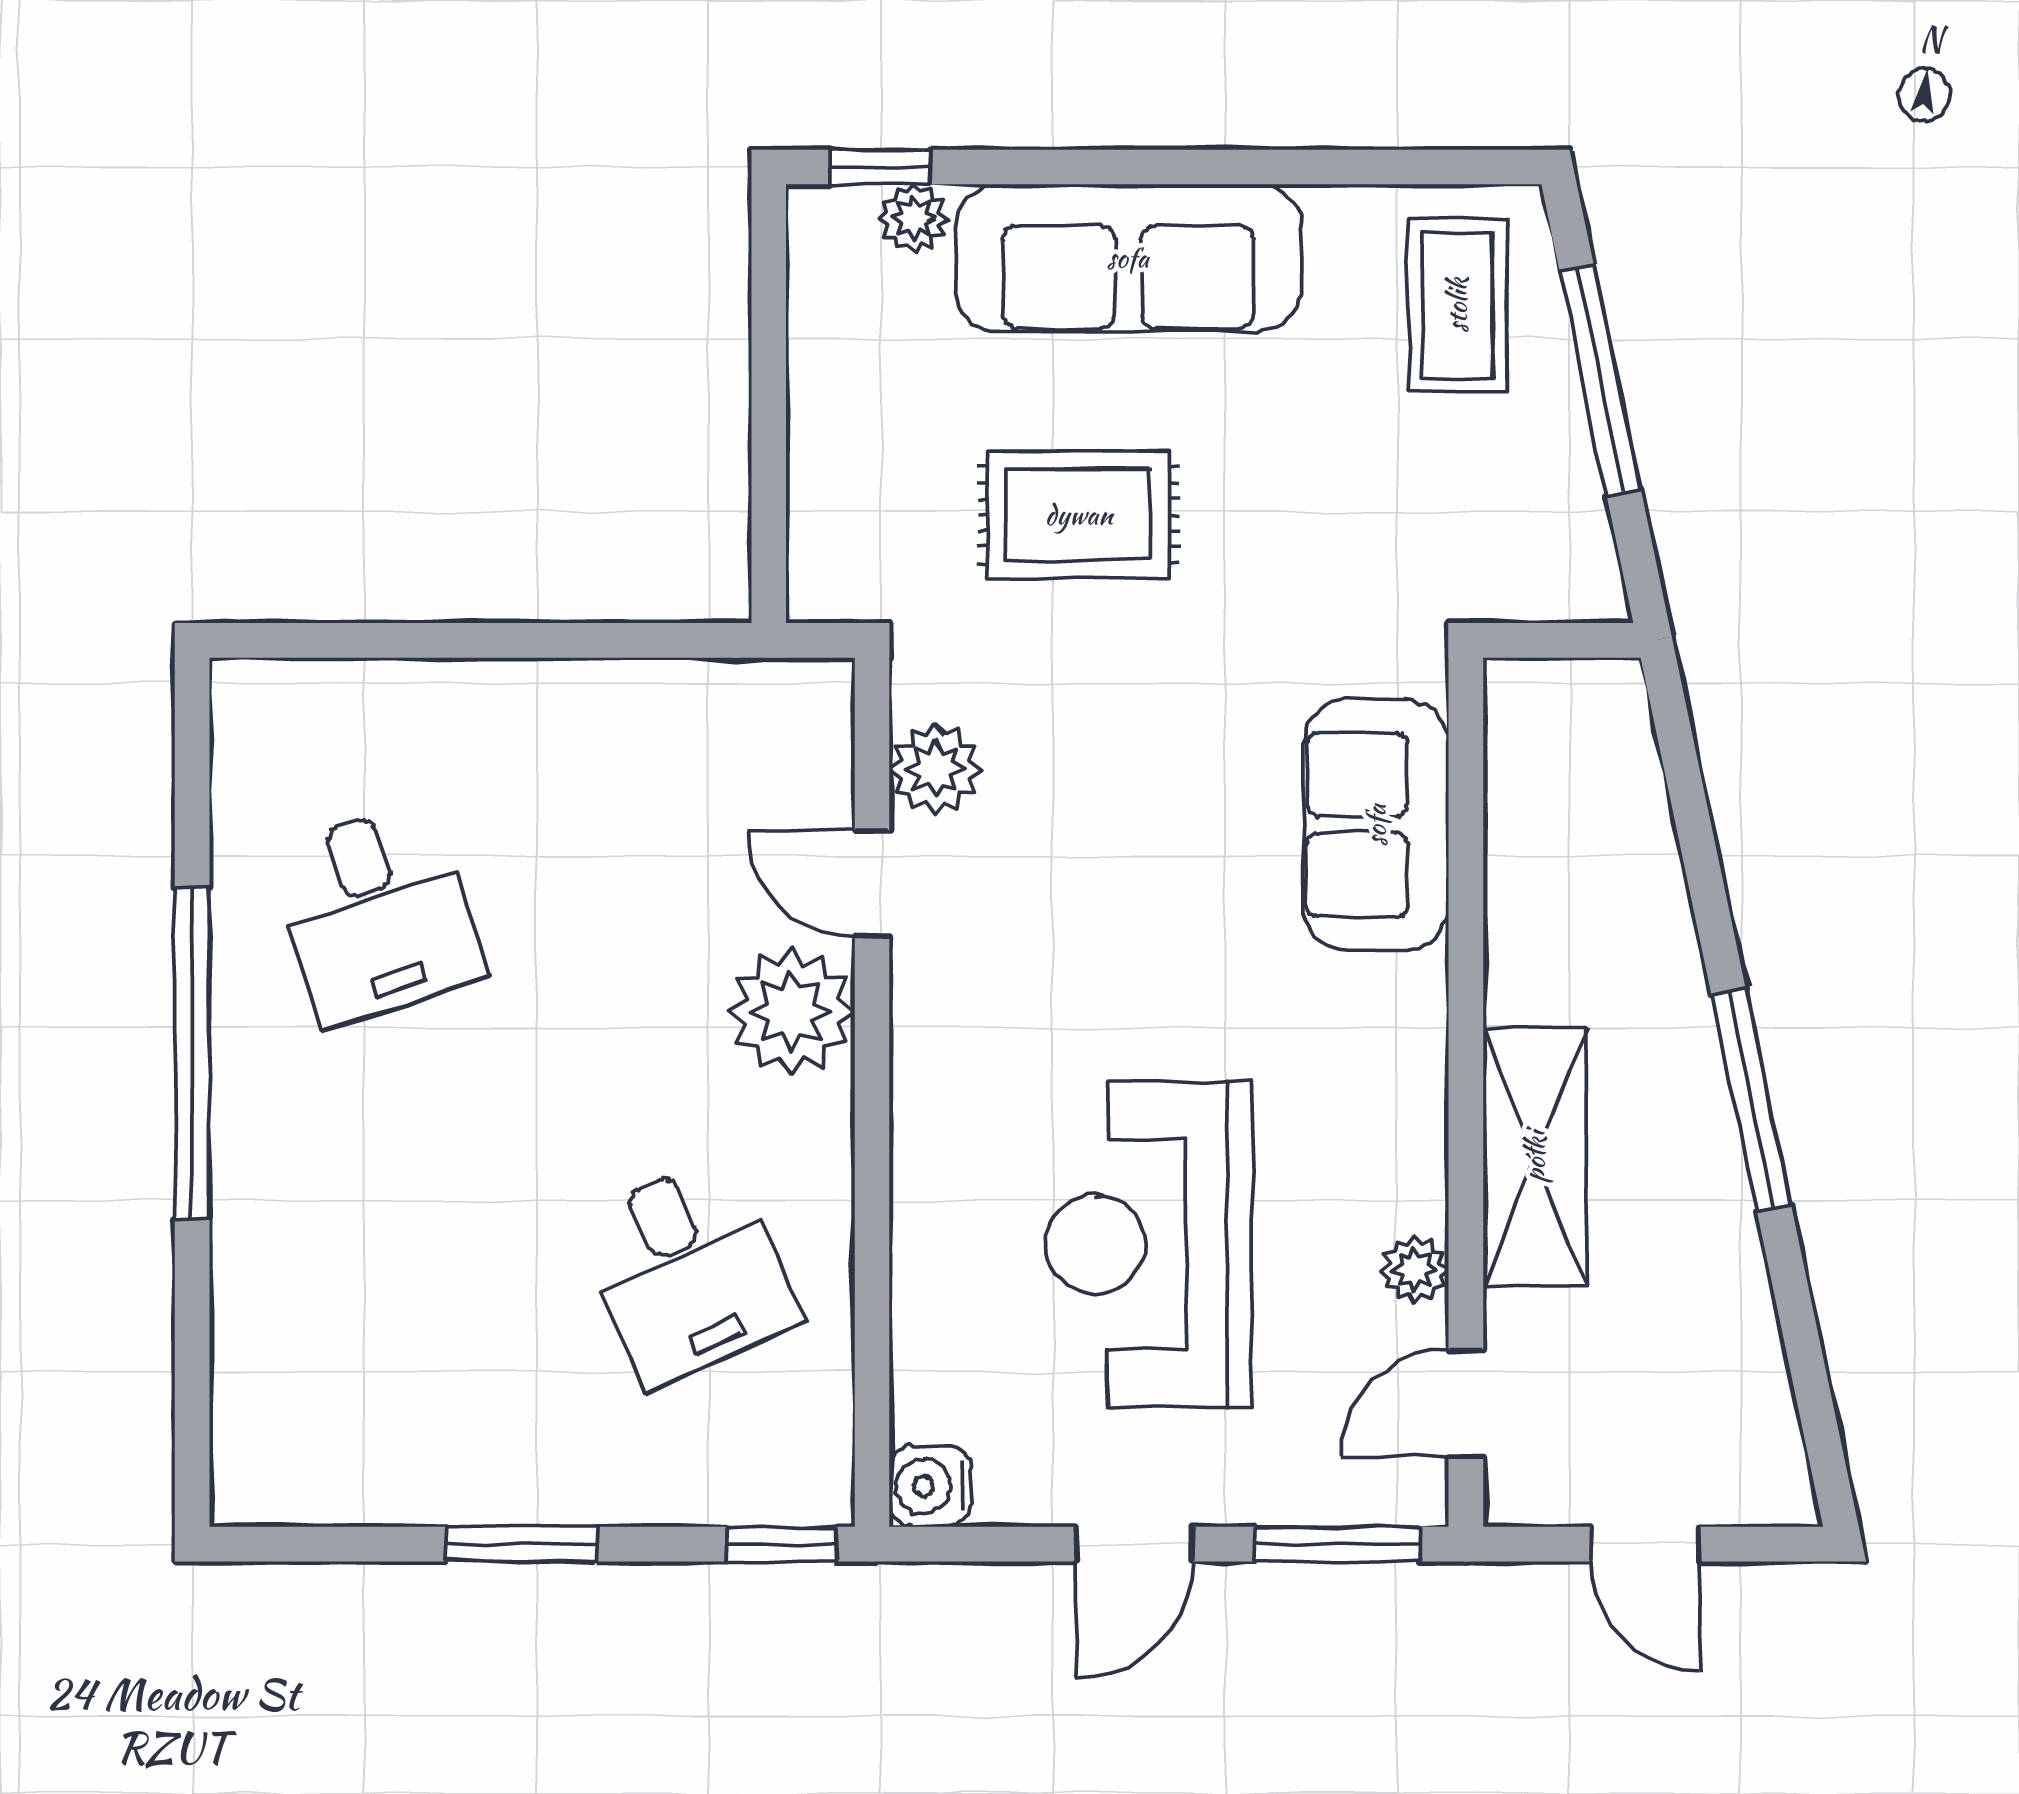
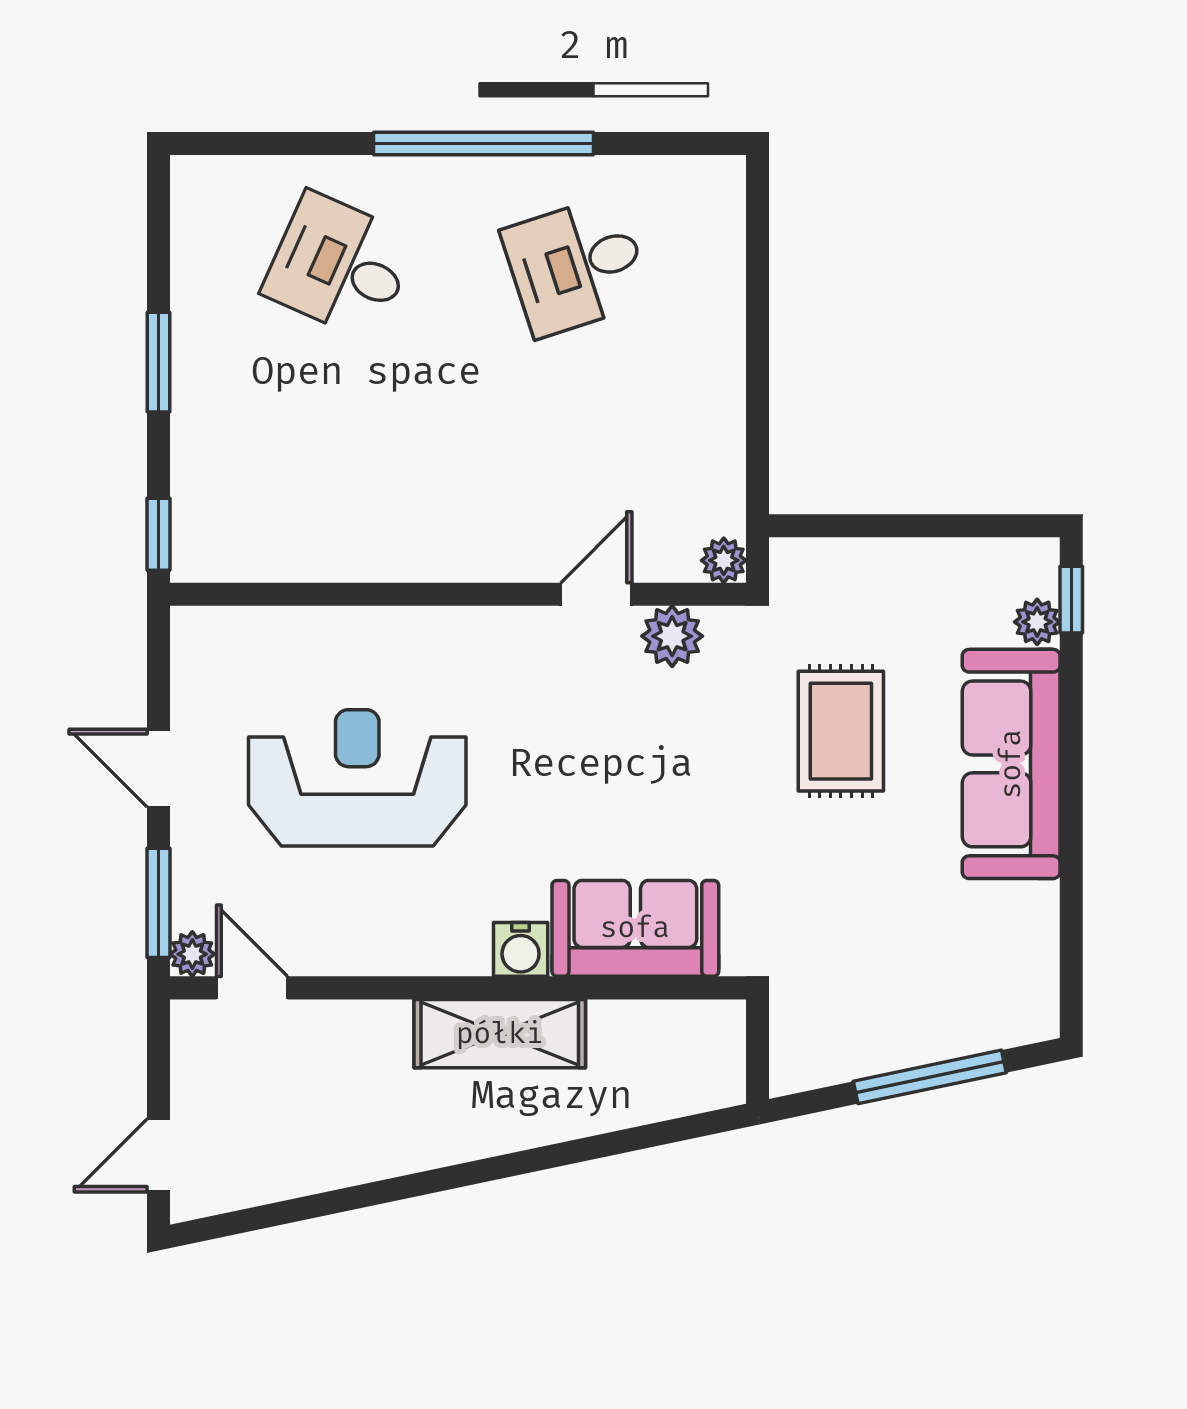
coffee table: (1457, 305) -> (980, 982), removed
plant: (791, 1012) -> (724, 560), moved, width x0.53, depth x0.53
window: (1751, 1100) -> (453, 1177), removed
shelving: (1535, 1157) -> (500, 1034), moved
plant: (1415, 1269) -> (192, 954), moved
desk: (687, 1271) -> (340, 266), moved, turned 48
water cooler: (930, 1486) -> (521, 949), moved, turned 180
door: (1645, 1544) -> (159, 1155), moved

